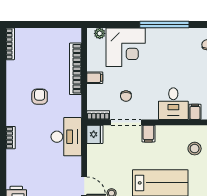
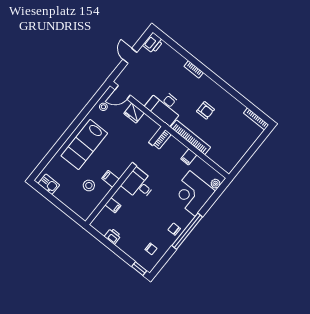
bookcase: (75, 69) -> (190, 137), moved
chair: (126, 96) -> (174, 229), moved
desk: (173, 104) -> (139, 184), moved
fridge: (95, 134) -> (134, 113), moved
filing cabinet: (148, 134) -> (111, 179), moved

